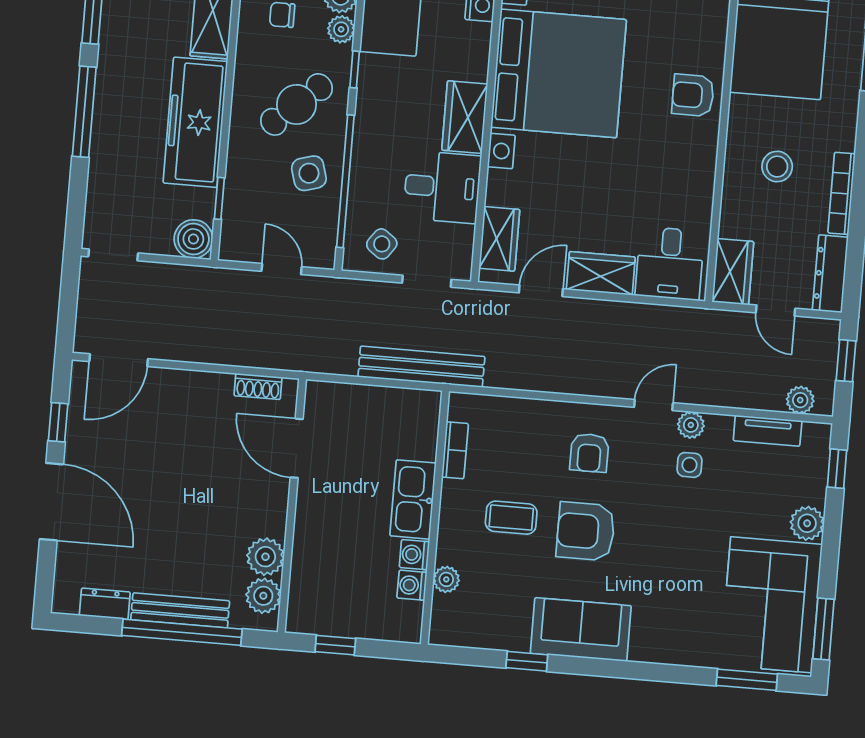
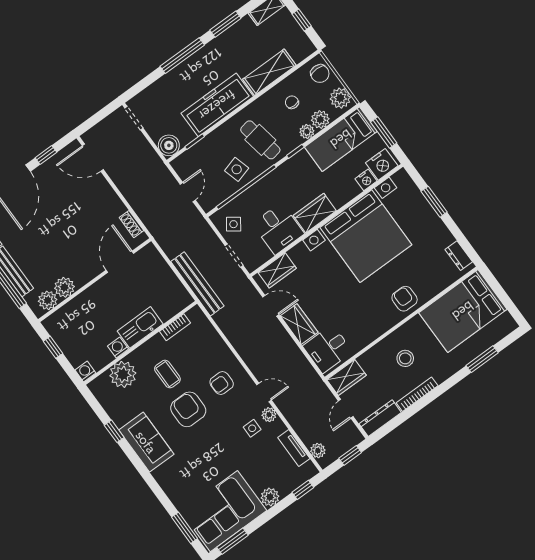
cafe table: (297, 104) -> (260, 140), turned 32
plant: (446, 579) -> (123, 374), width x1.87, depth x1.87
washing machine: (412, 585) -> (85, 371), moved

